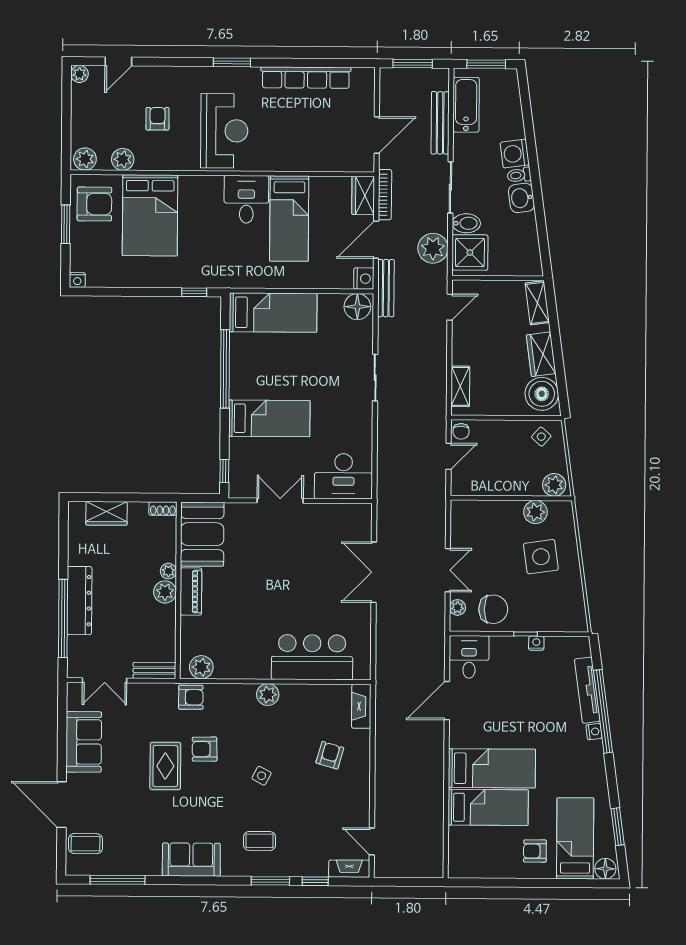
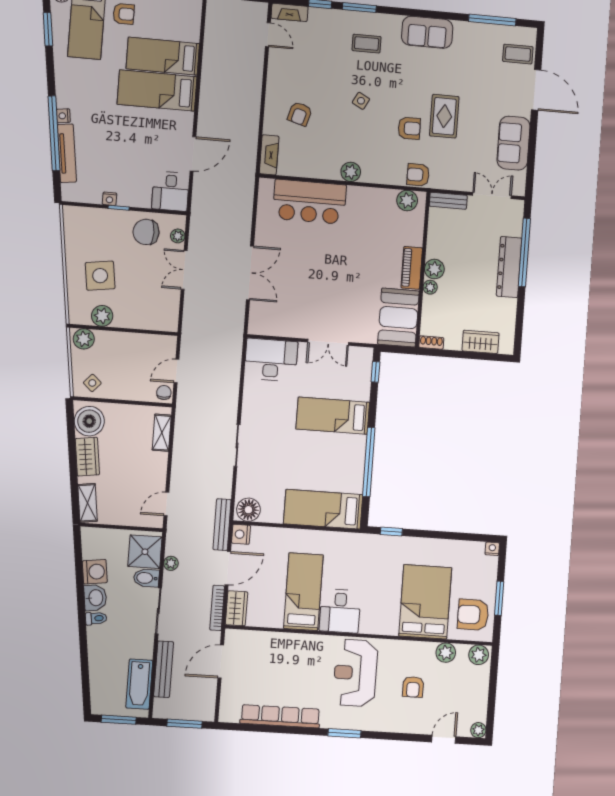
washing machine: (515, 154) -> (95, 572), moved
plant: (433, 248) -> (171, 563), width x0.53, depth x0.53

